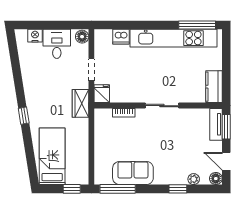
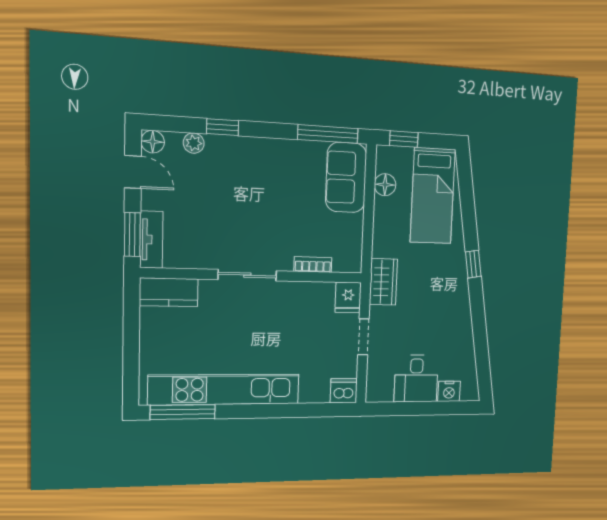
floor lamp: (82, 37) -> (385, 185), moved
dishwasher: (121, 37) -> (344, 391), moved
kitchen counter: (214, 87) -> (169, 292), moved, turned 90
sofa: (133, 173) -> (346, 177), moved, turned 90

